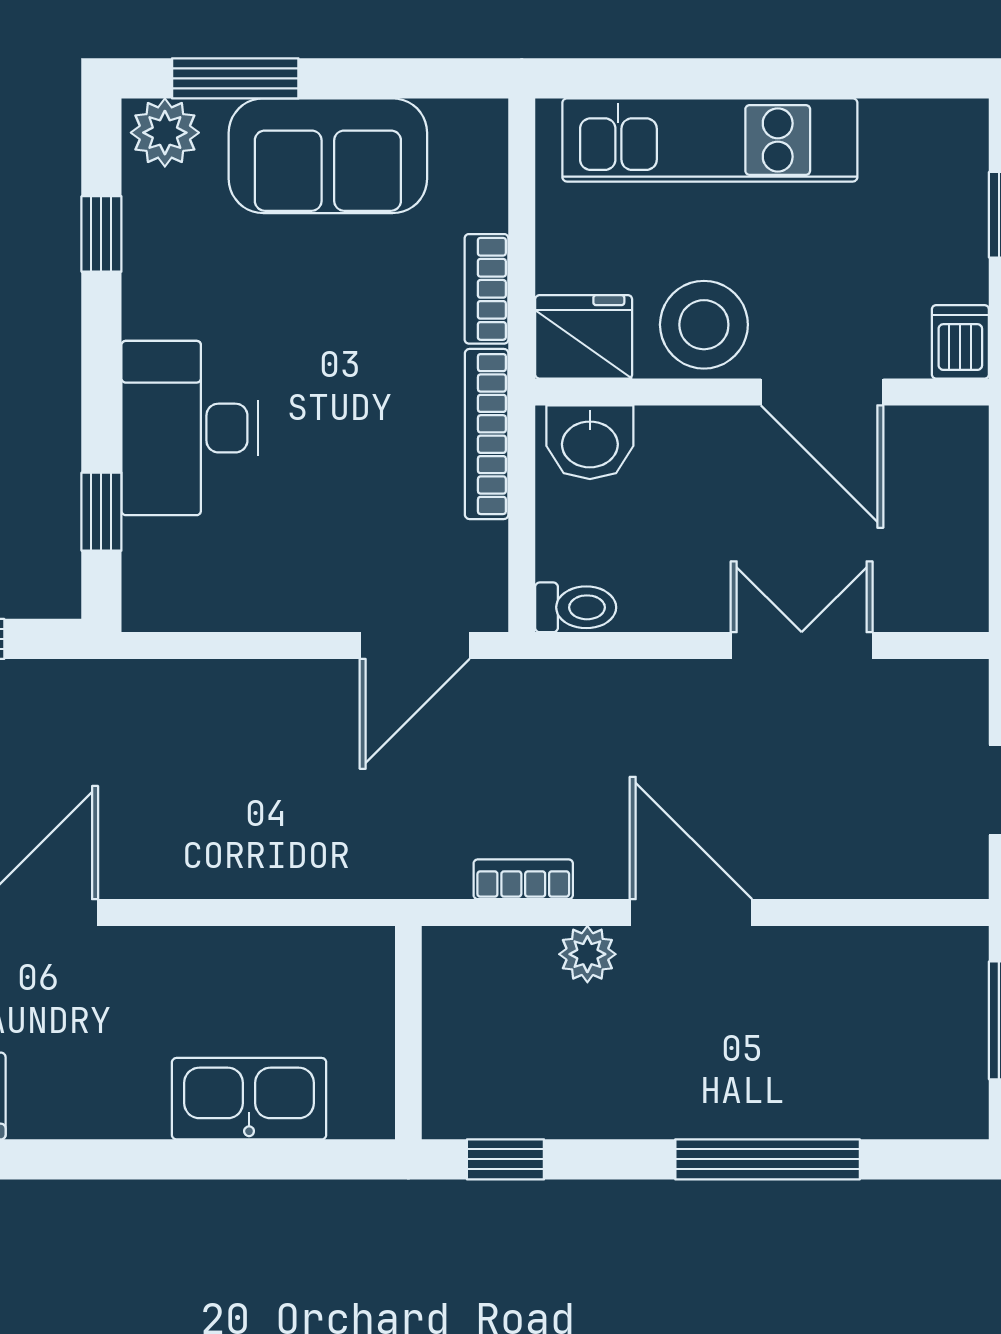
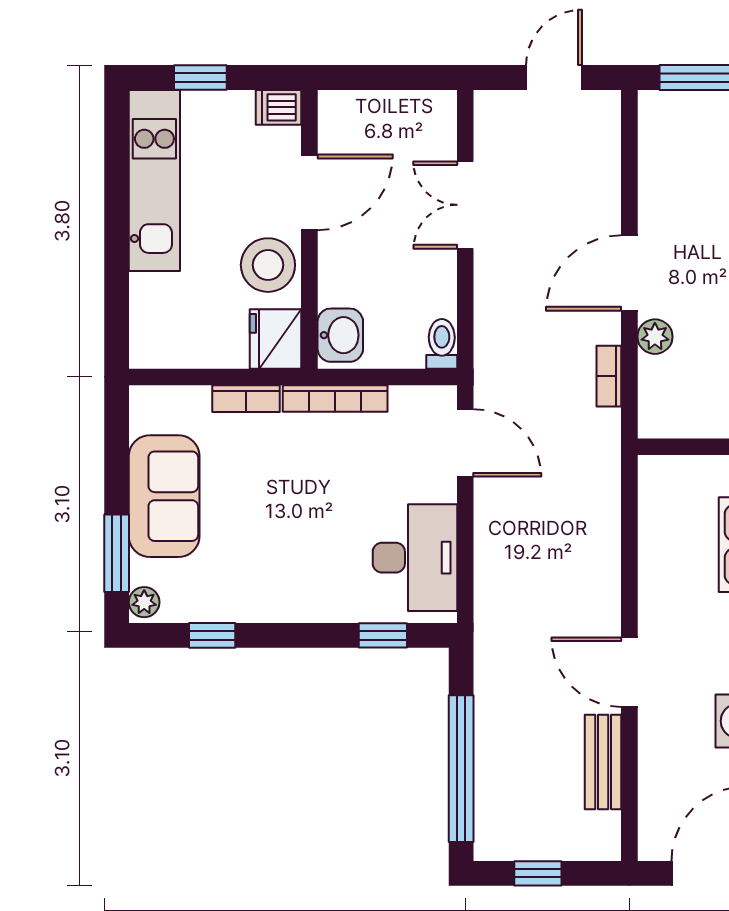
plant: (165, 133) -> (144, 602), width x0.73, depth x0.73
kitchen unit: (710, 140) -> (154, 180), moved
desk: (190, 428) -> (415, 558), moved, turned -90

